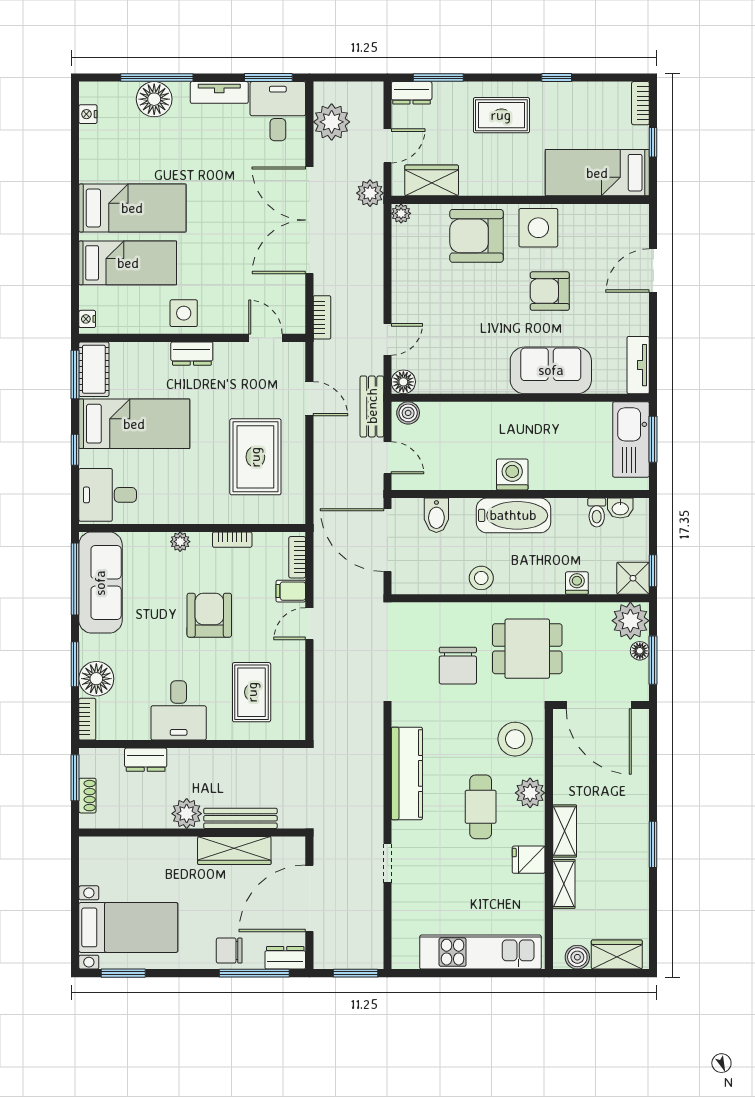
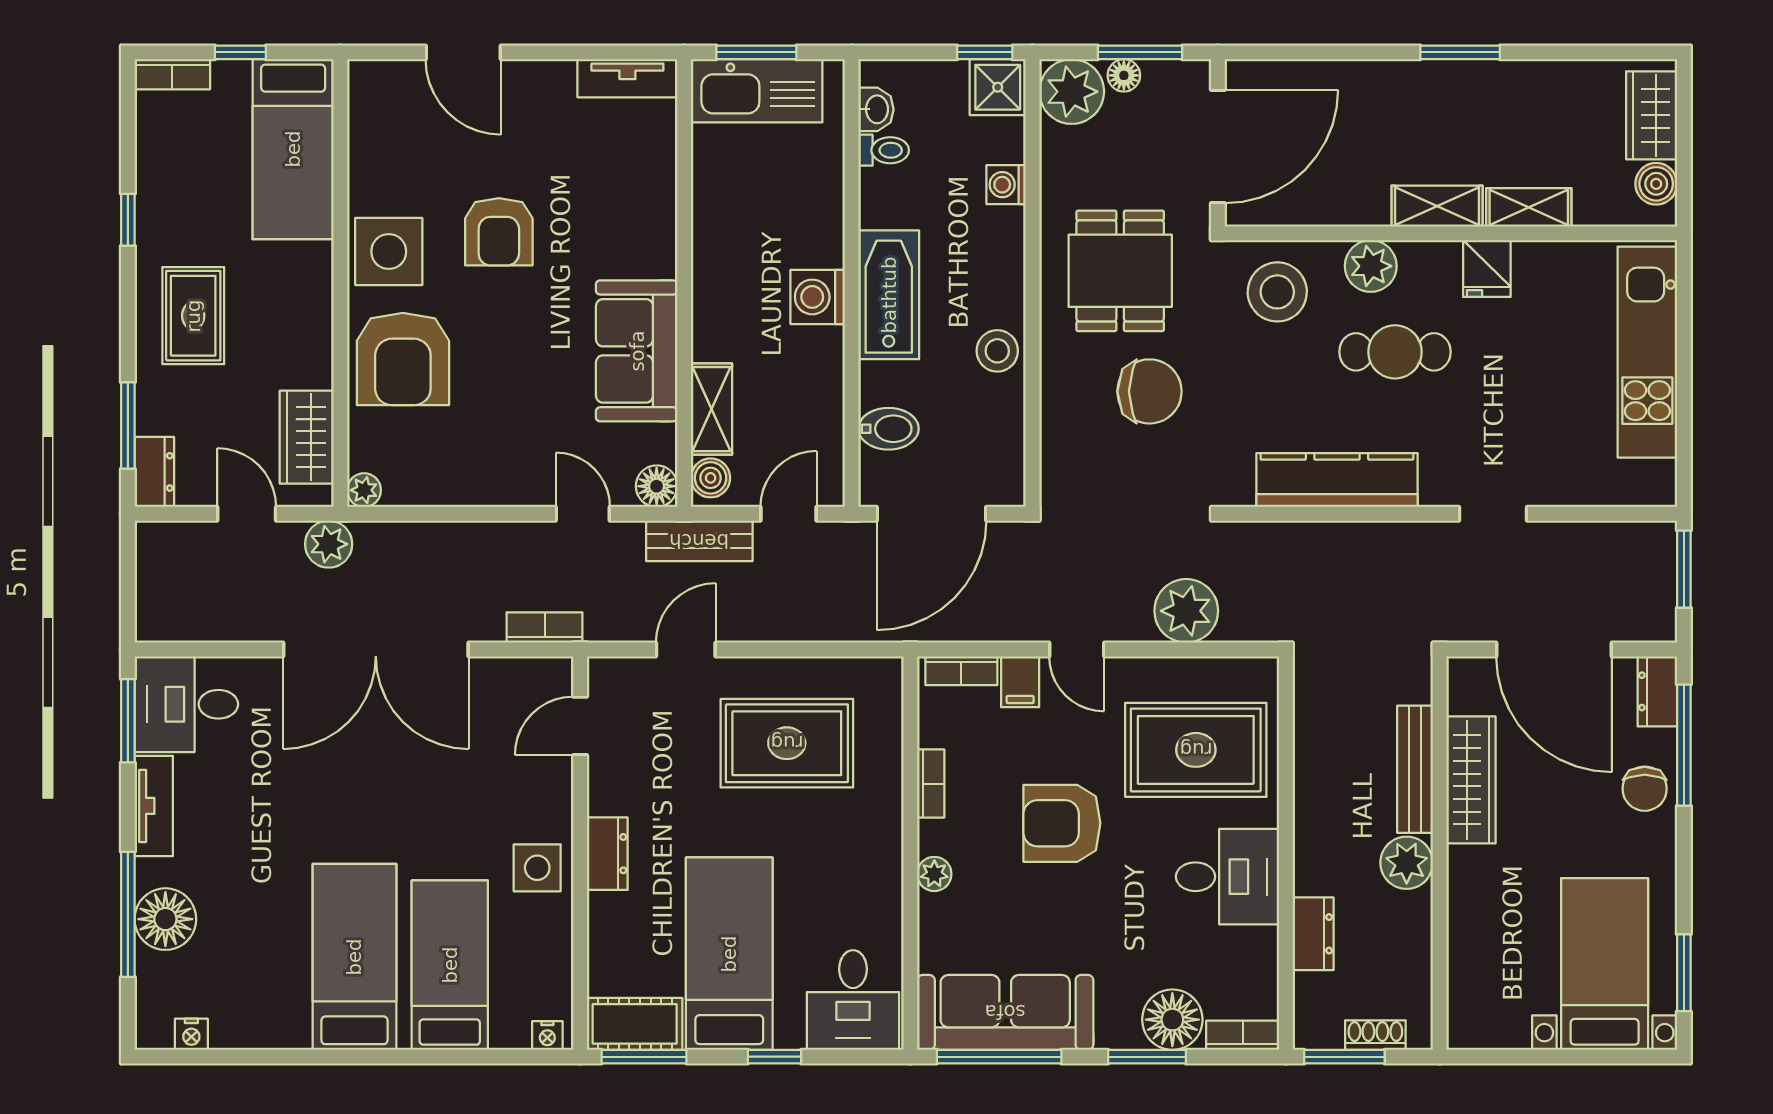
plant: (332, 122) -> (1186, 611), moved
sofa: (551, 370) -> (637, 351), moved
shelving: (448, 413) -> (712, 409), added
rug: (252, 692) -> (1196, 750), width x1.36, depth x1.43

